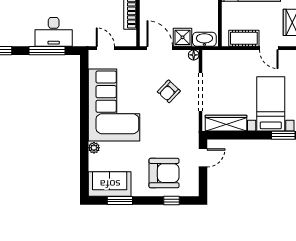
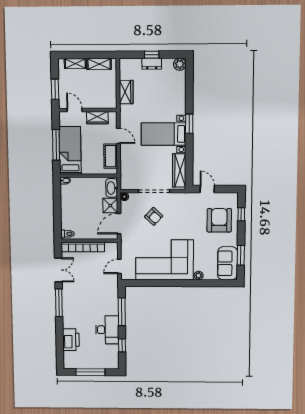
desk: (54, 32) -> (107, 330), moved
door: (269, 48) -> (118, 136), hinge flipped

